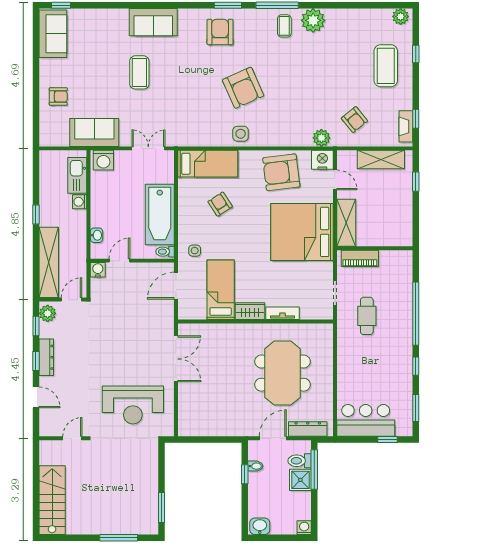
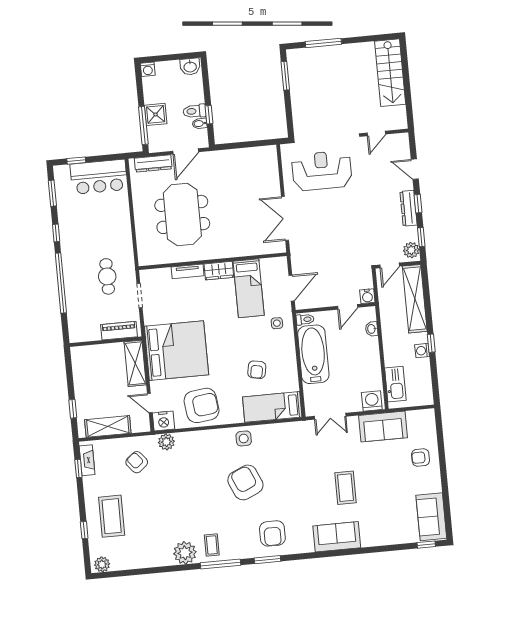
washing machine: (80, 202) -> (422, 351), moved, turned 180
armchair: (220, 204) -> (257, 370), turned 44
toilet: (300, 461) -> (195, 111), moved, turned 180

